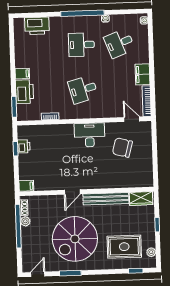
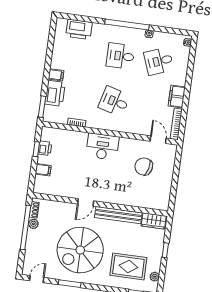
desk: (83, 90) -> (114, 101), turned 30
desk: (90, 135) -> (102, 147), moved
filing cabinet: (26, 186) -> (43, 170), moved

